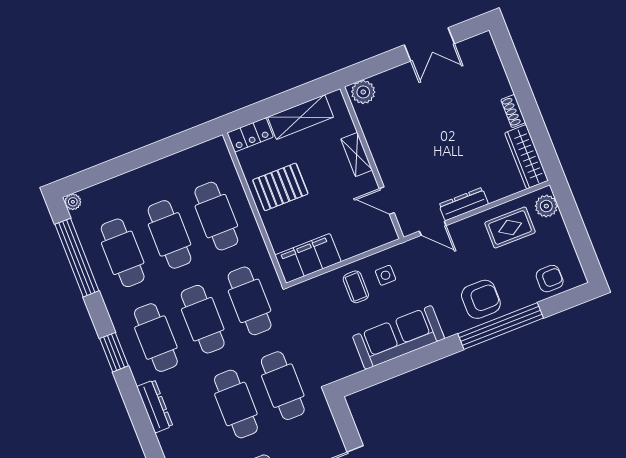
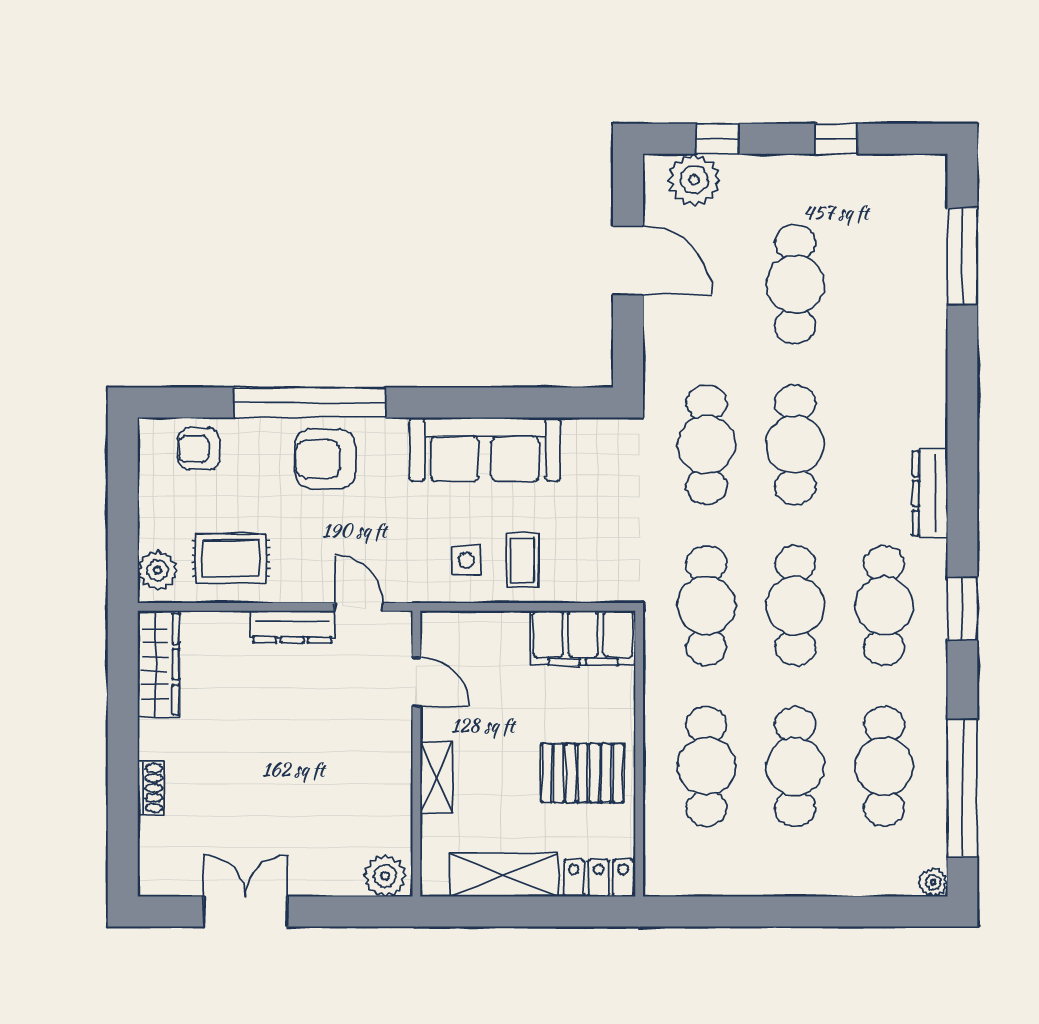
shoe rack: (513, 111) -> (151, 788), moved

